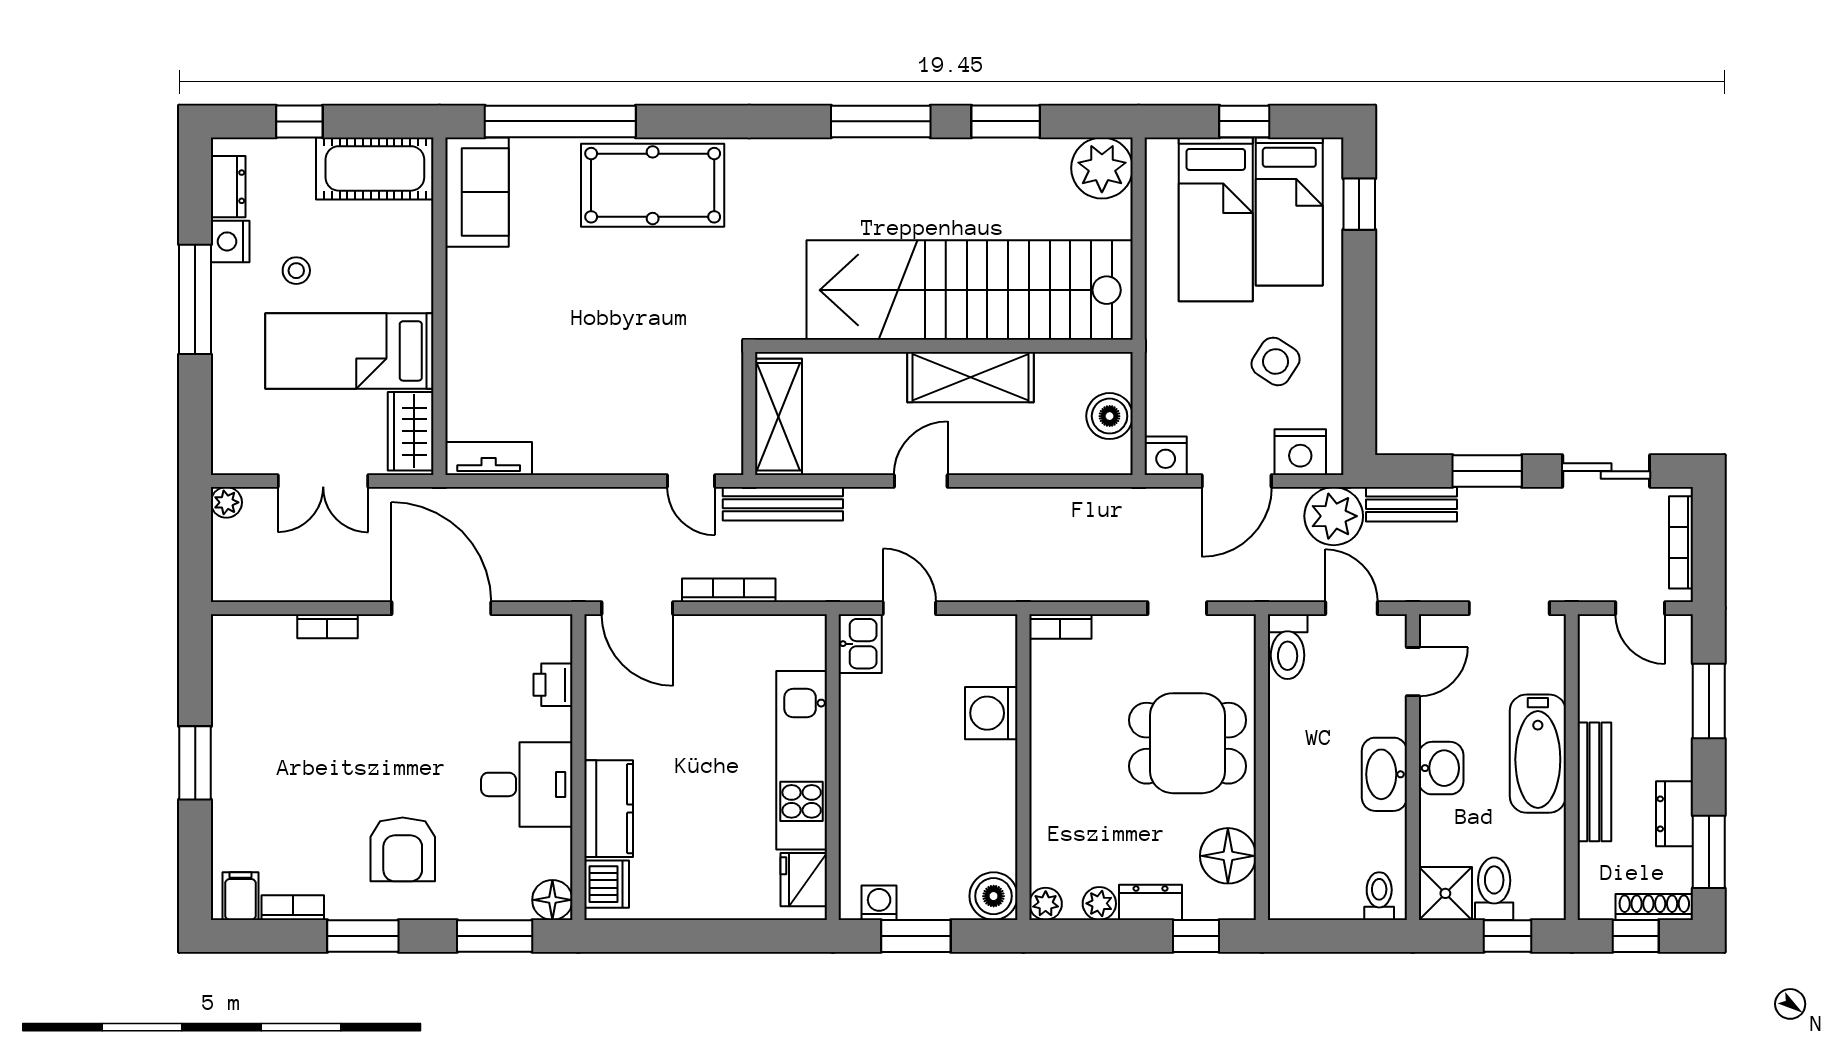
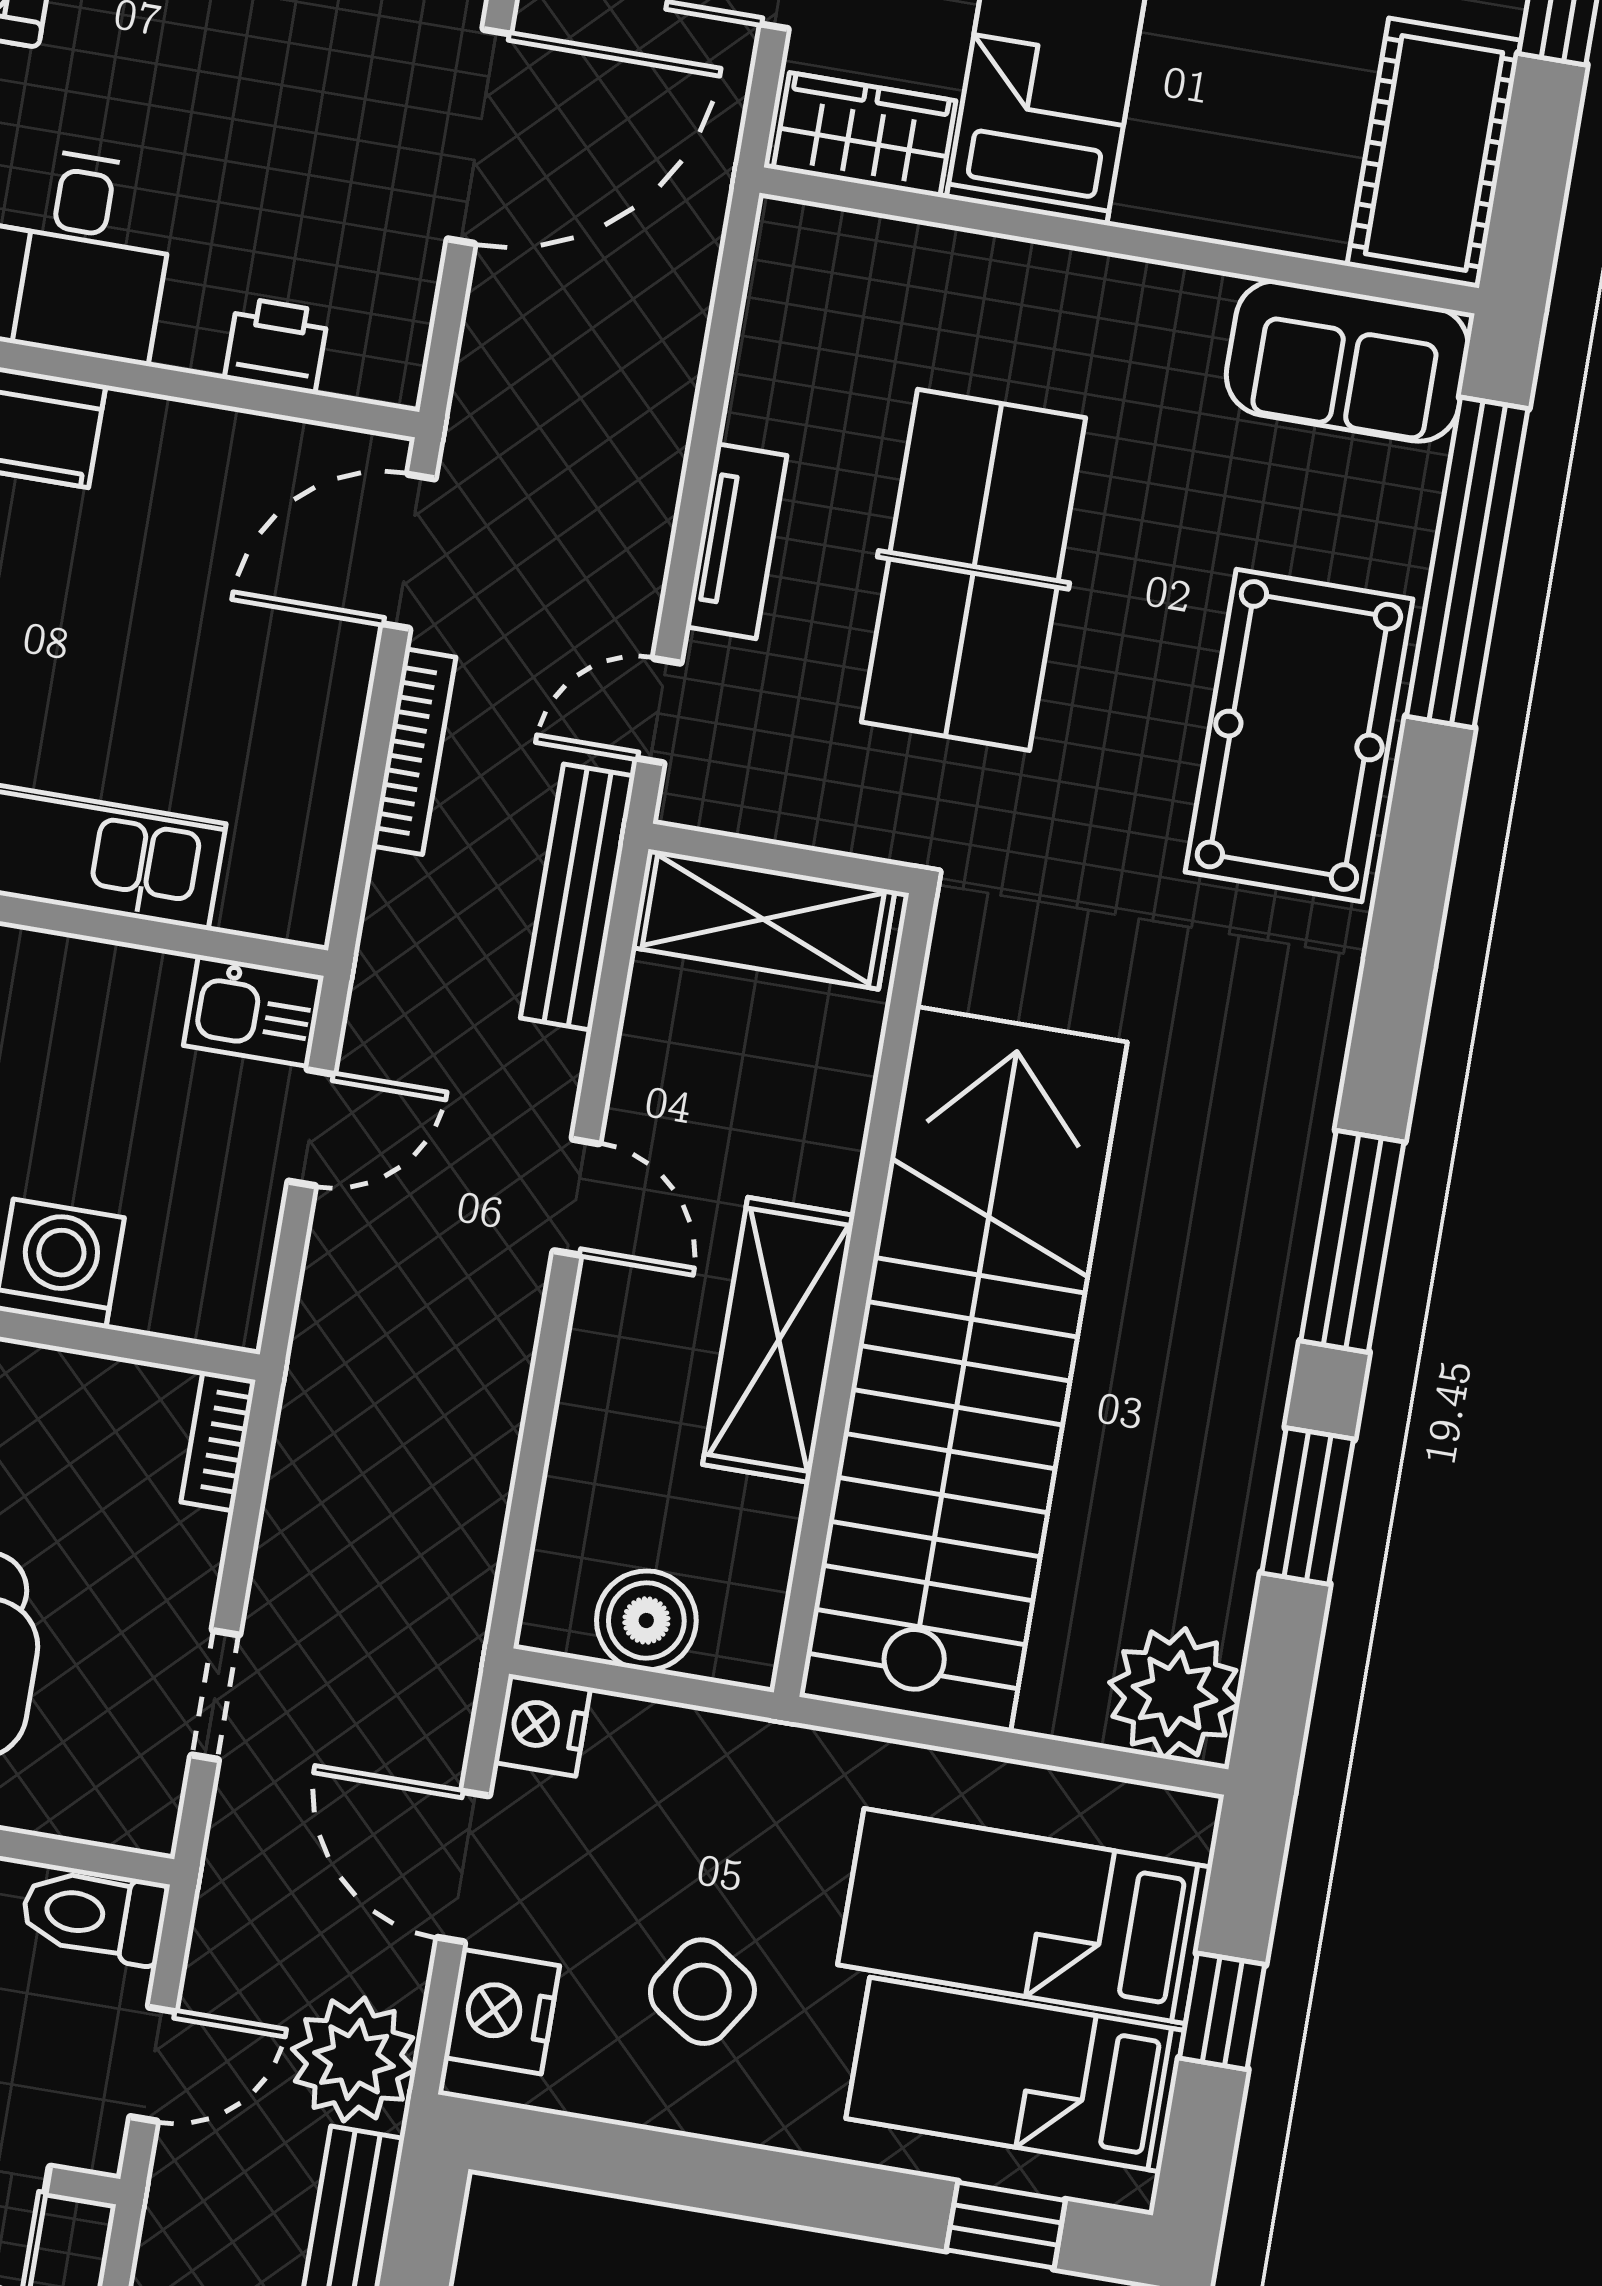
table tennis table: (602, 347) -> (974, 570), added
tv unit: (489, 458) -> (736, 541), moved

